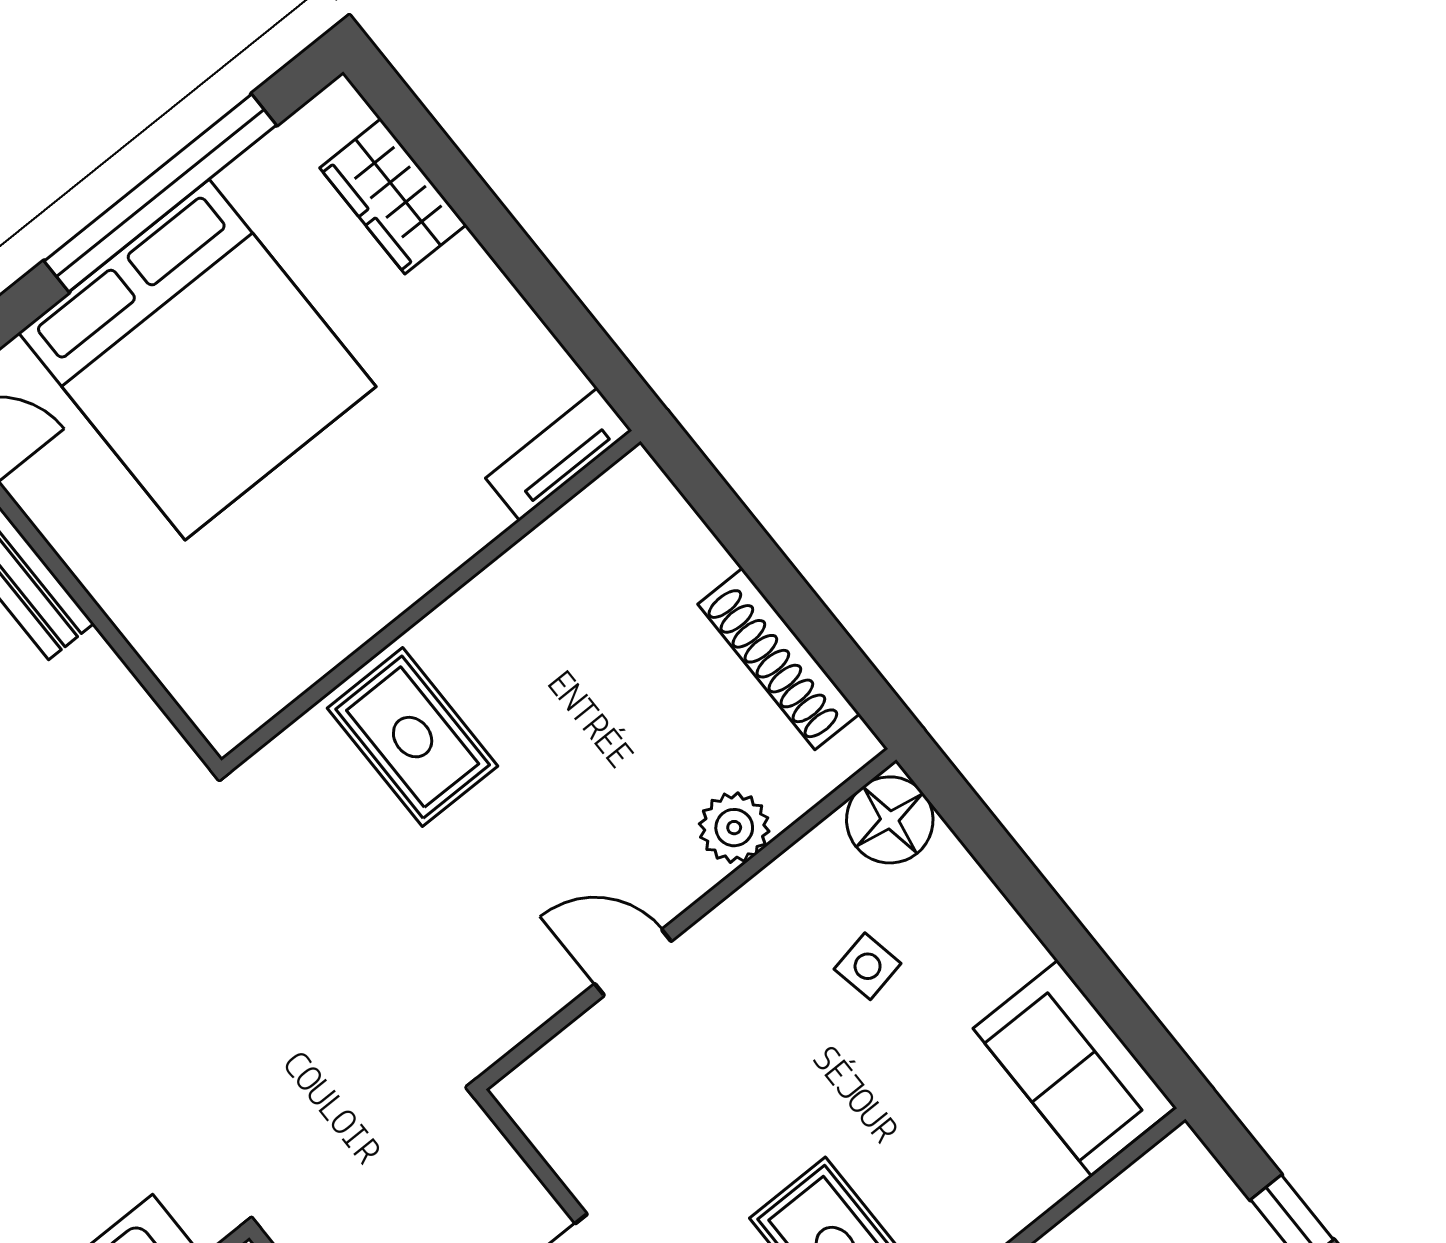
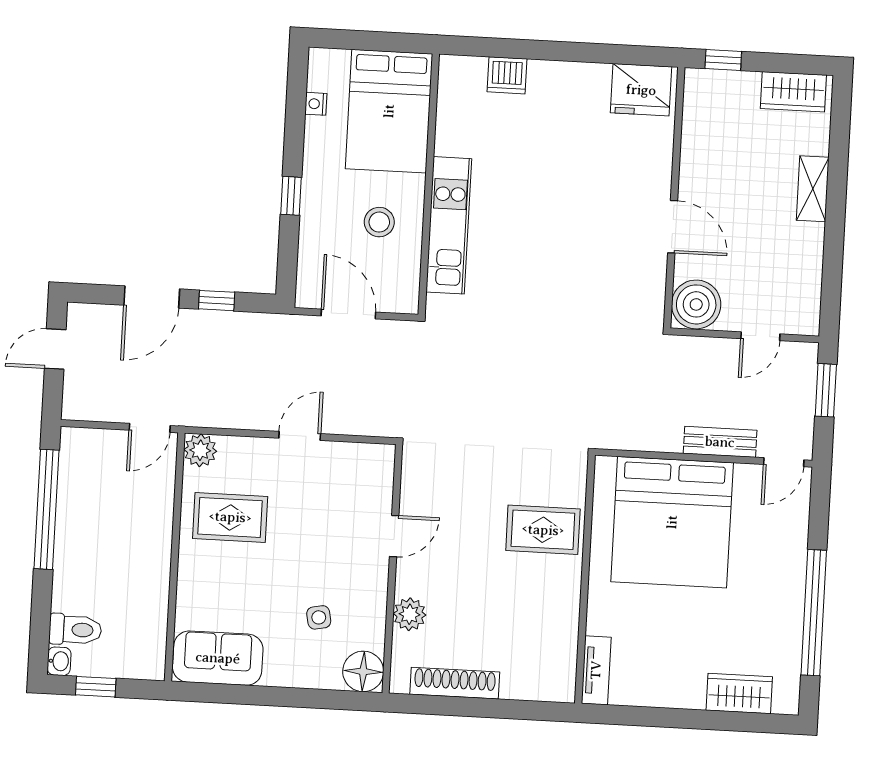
bed: (197, 360) -> (672, 522), moved, turned -90

